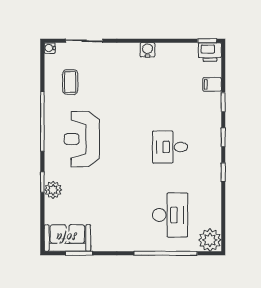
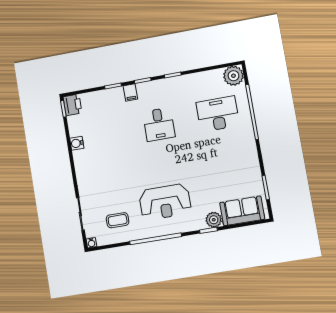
water cooler: (148, 50) -> (77, 143), moved
filing cabinet: (212, 84) -> (130, 92), moved
sofa: (67, 238) -> (242, 211), moved, turned 90

